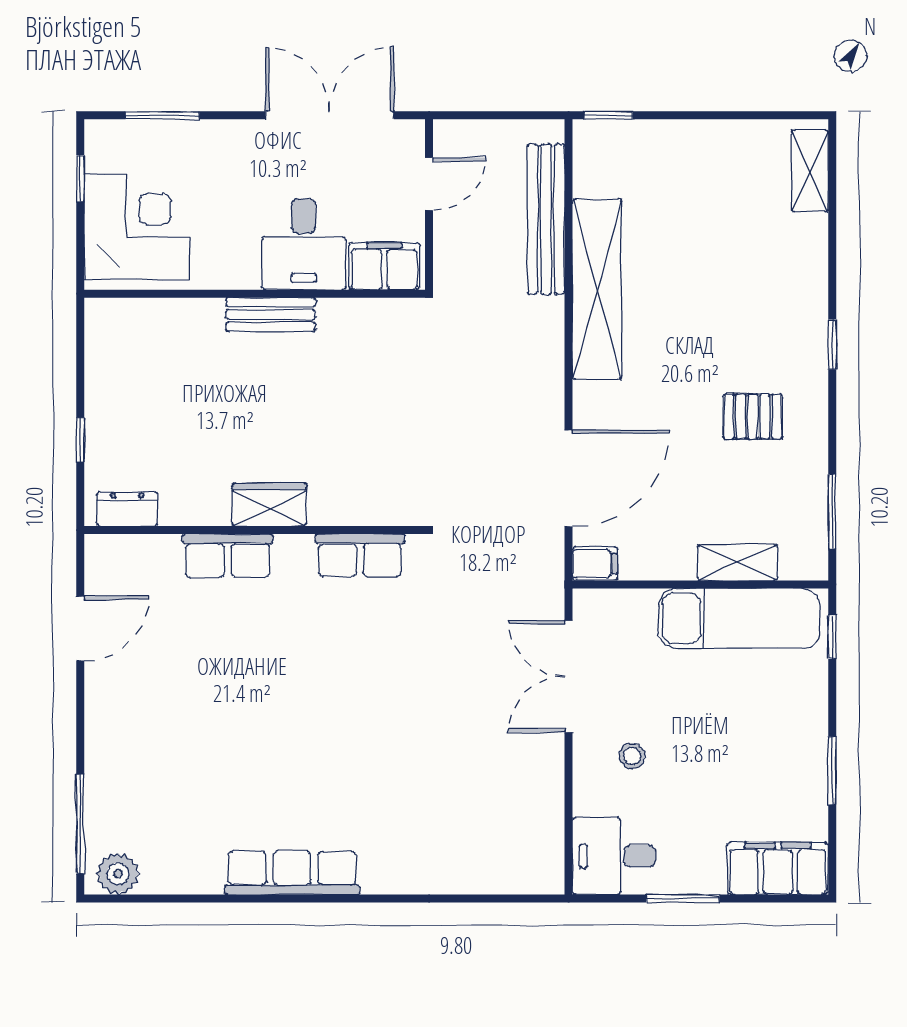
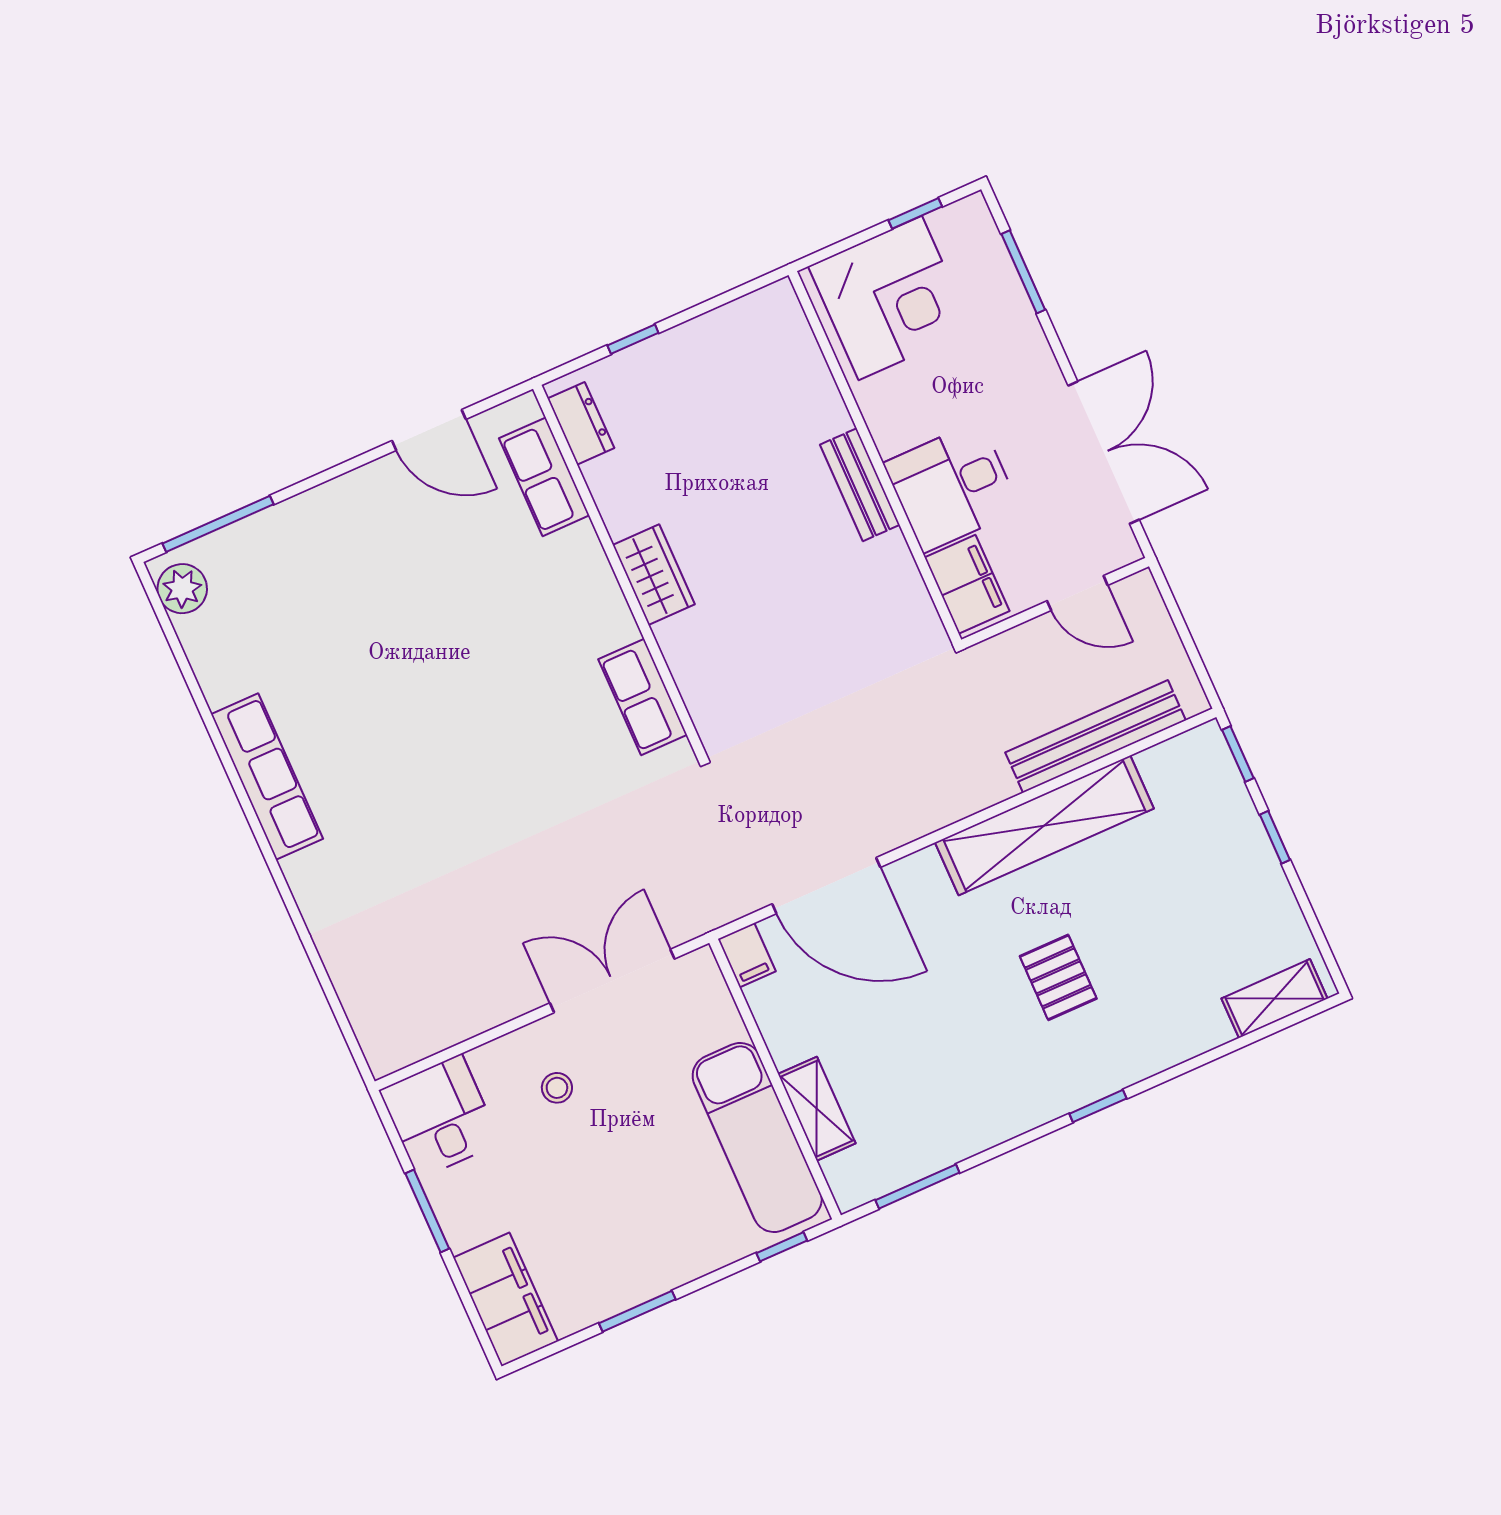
window: (685, 115) -> (1275, 837), added
pallet: (753, 417) -> (1058, 977), moved
row of seats: (228, 556) -> (544, 477), moved

